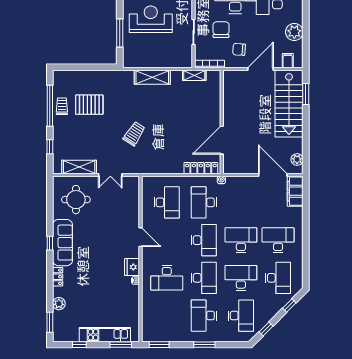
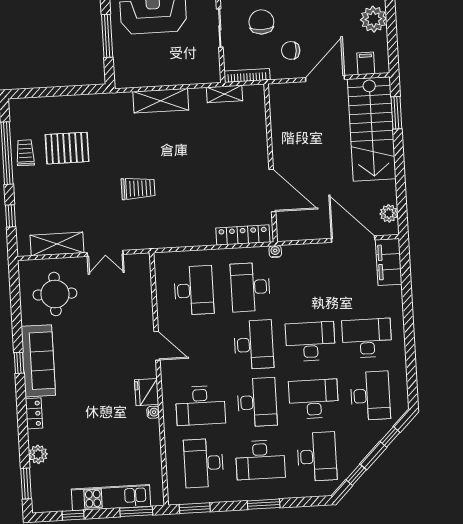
trolley: (134, 134) -> (138, 188), turned 57
door: (222, 140) -> (272, 190), swing flipped
desk: (167, 316) -> (204, 463), added
desk: (204, 316) -> (260, 460), turned -90

